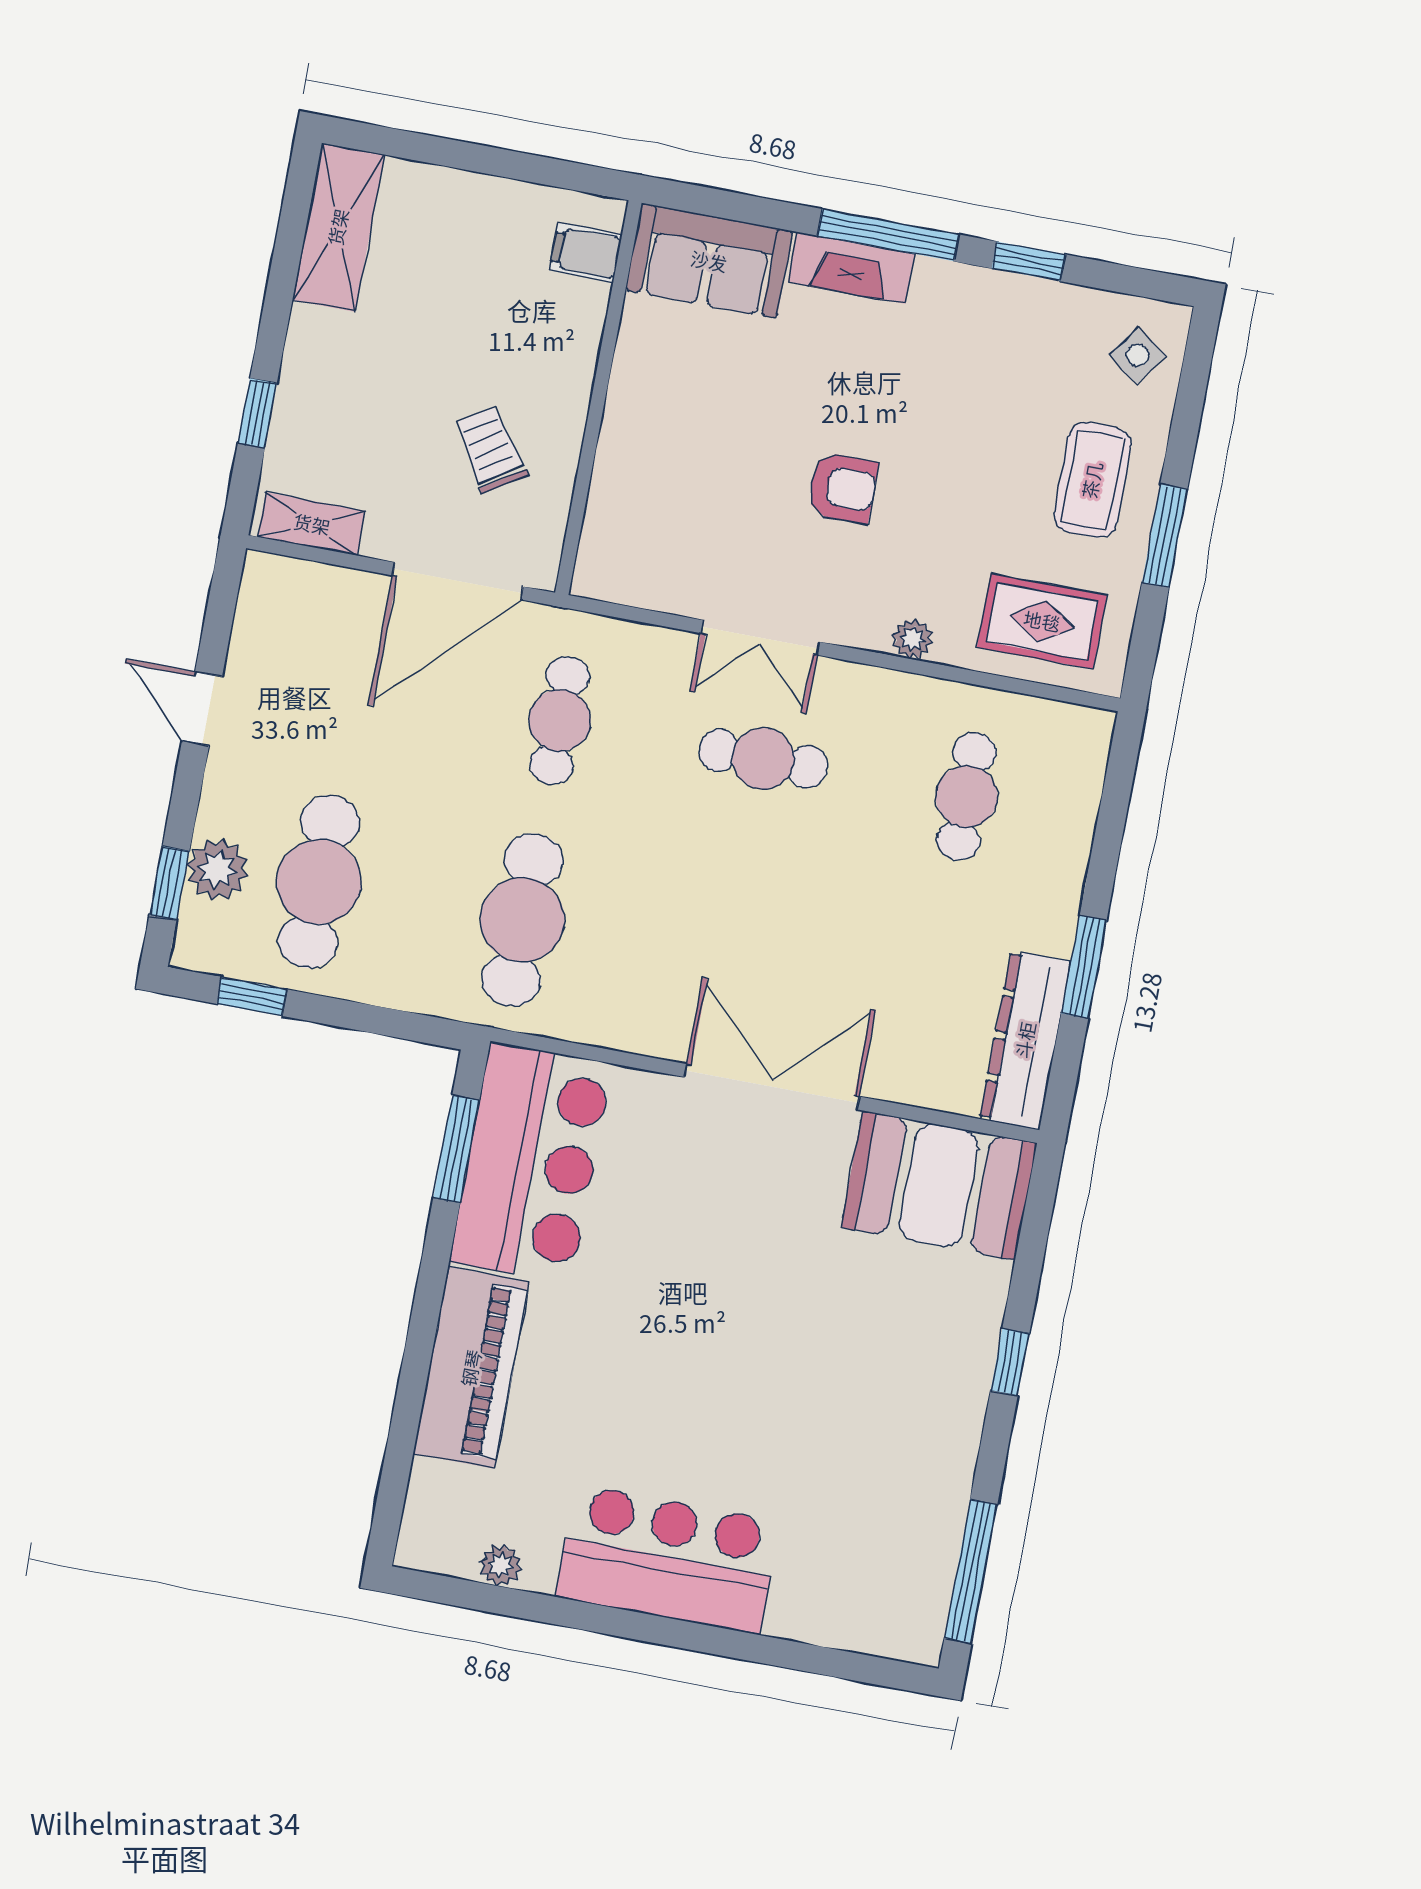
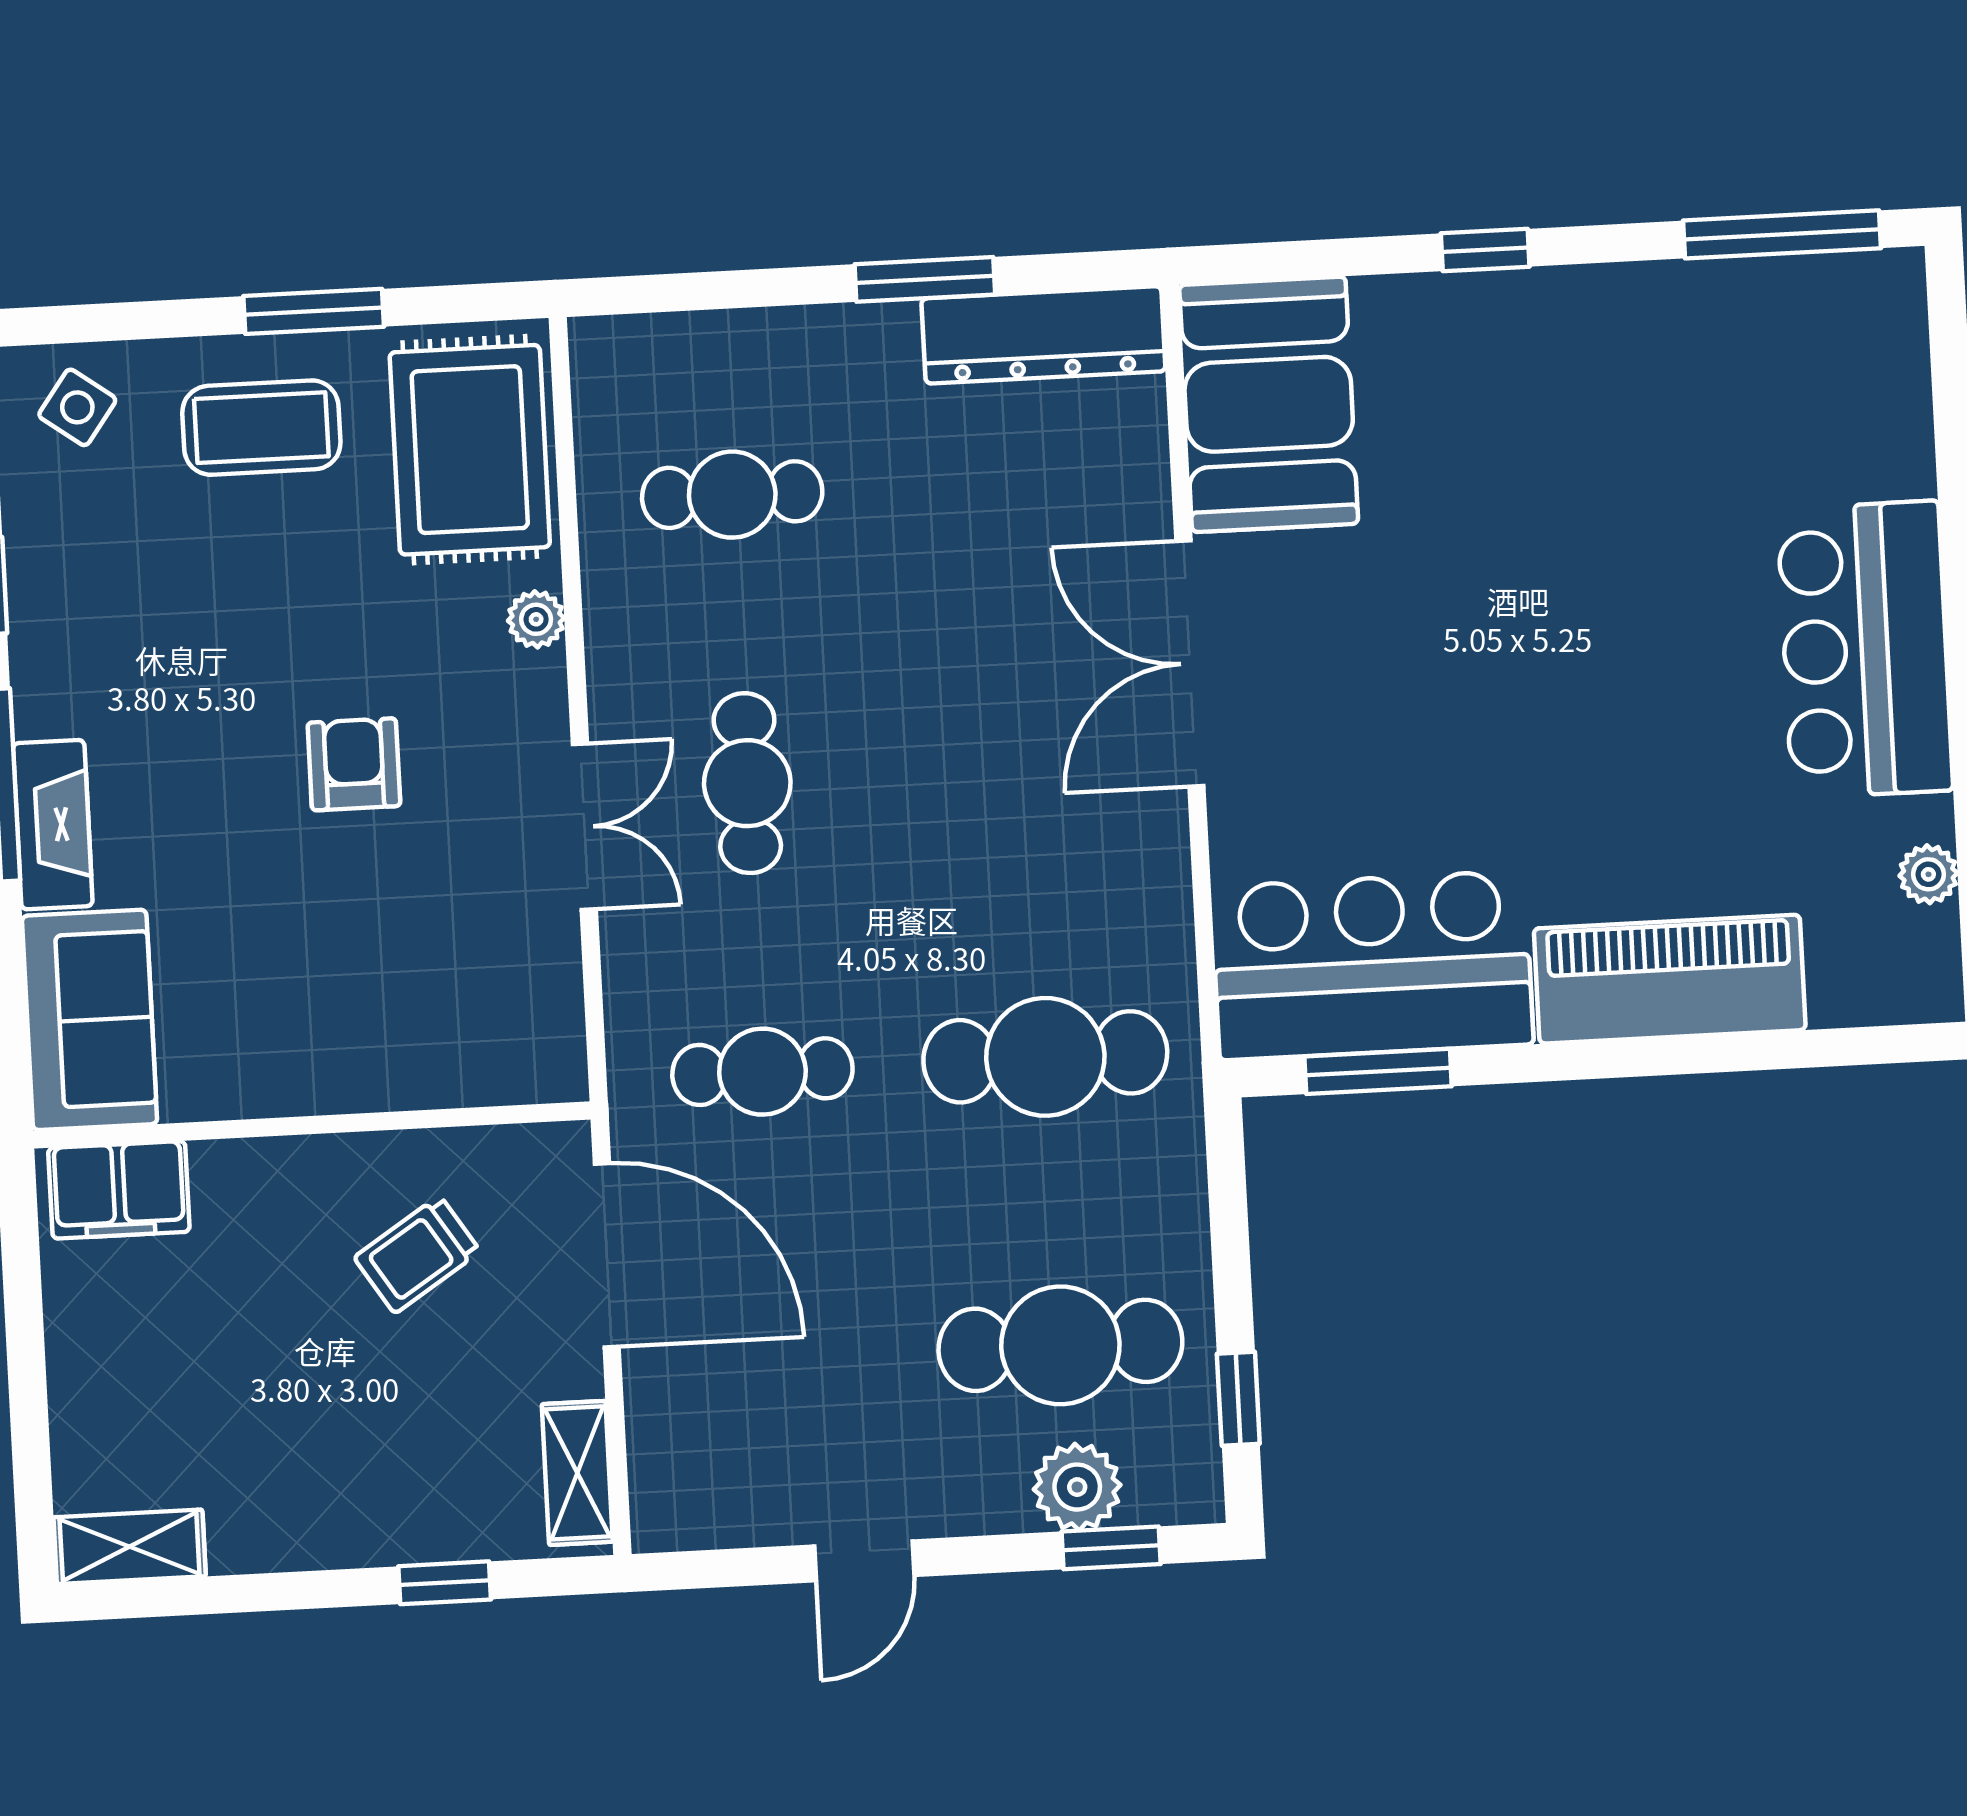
shelving: (338, 227) -> (130, 1547), width x0.67, depth x0.75
filing cabinet: (586, 252) -> (119, 1190), width x2.00
rug: (1042, 621) -> (470, 450), width x1.36, depth x1.43

